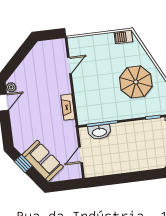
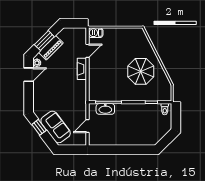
barbecue: (123, 37) -> (96, 33), moved
window: (17, 60) -> (44, 41), added
piano: (25, 67) -> (51, 48), added
fireplace: (68, 107) -> (82, 69), moved

